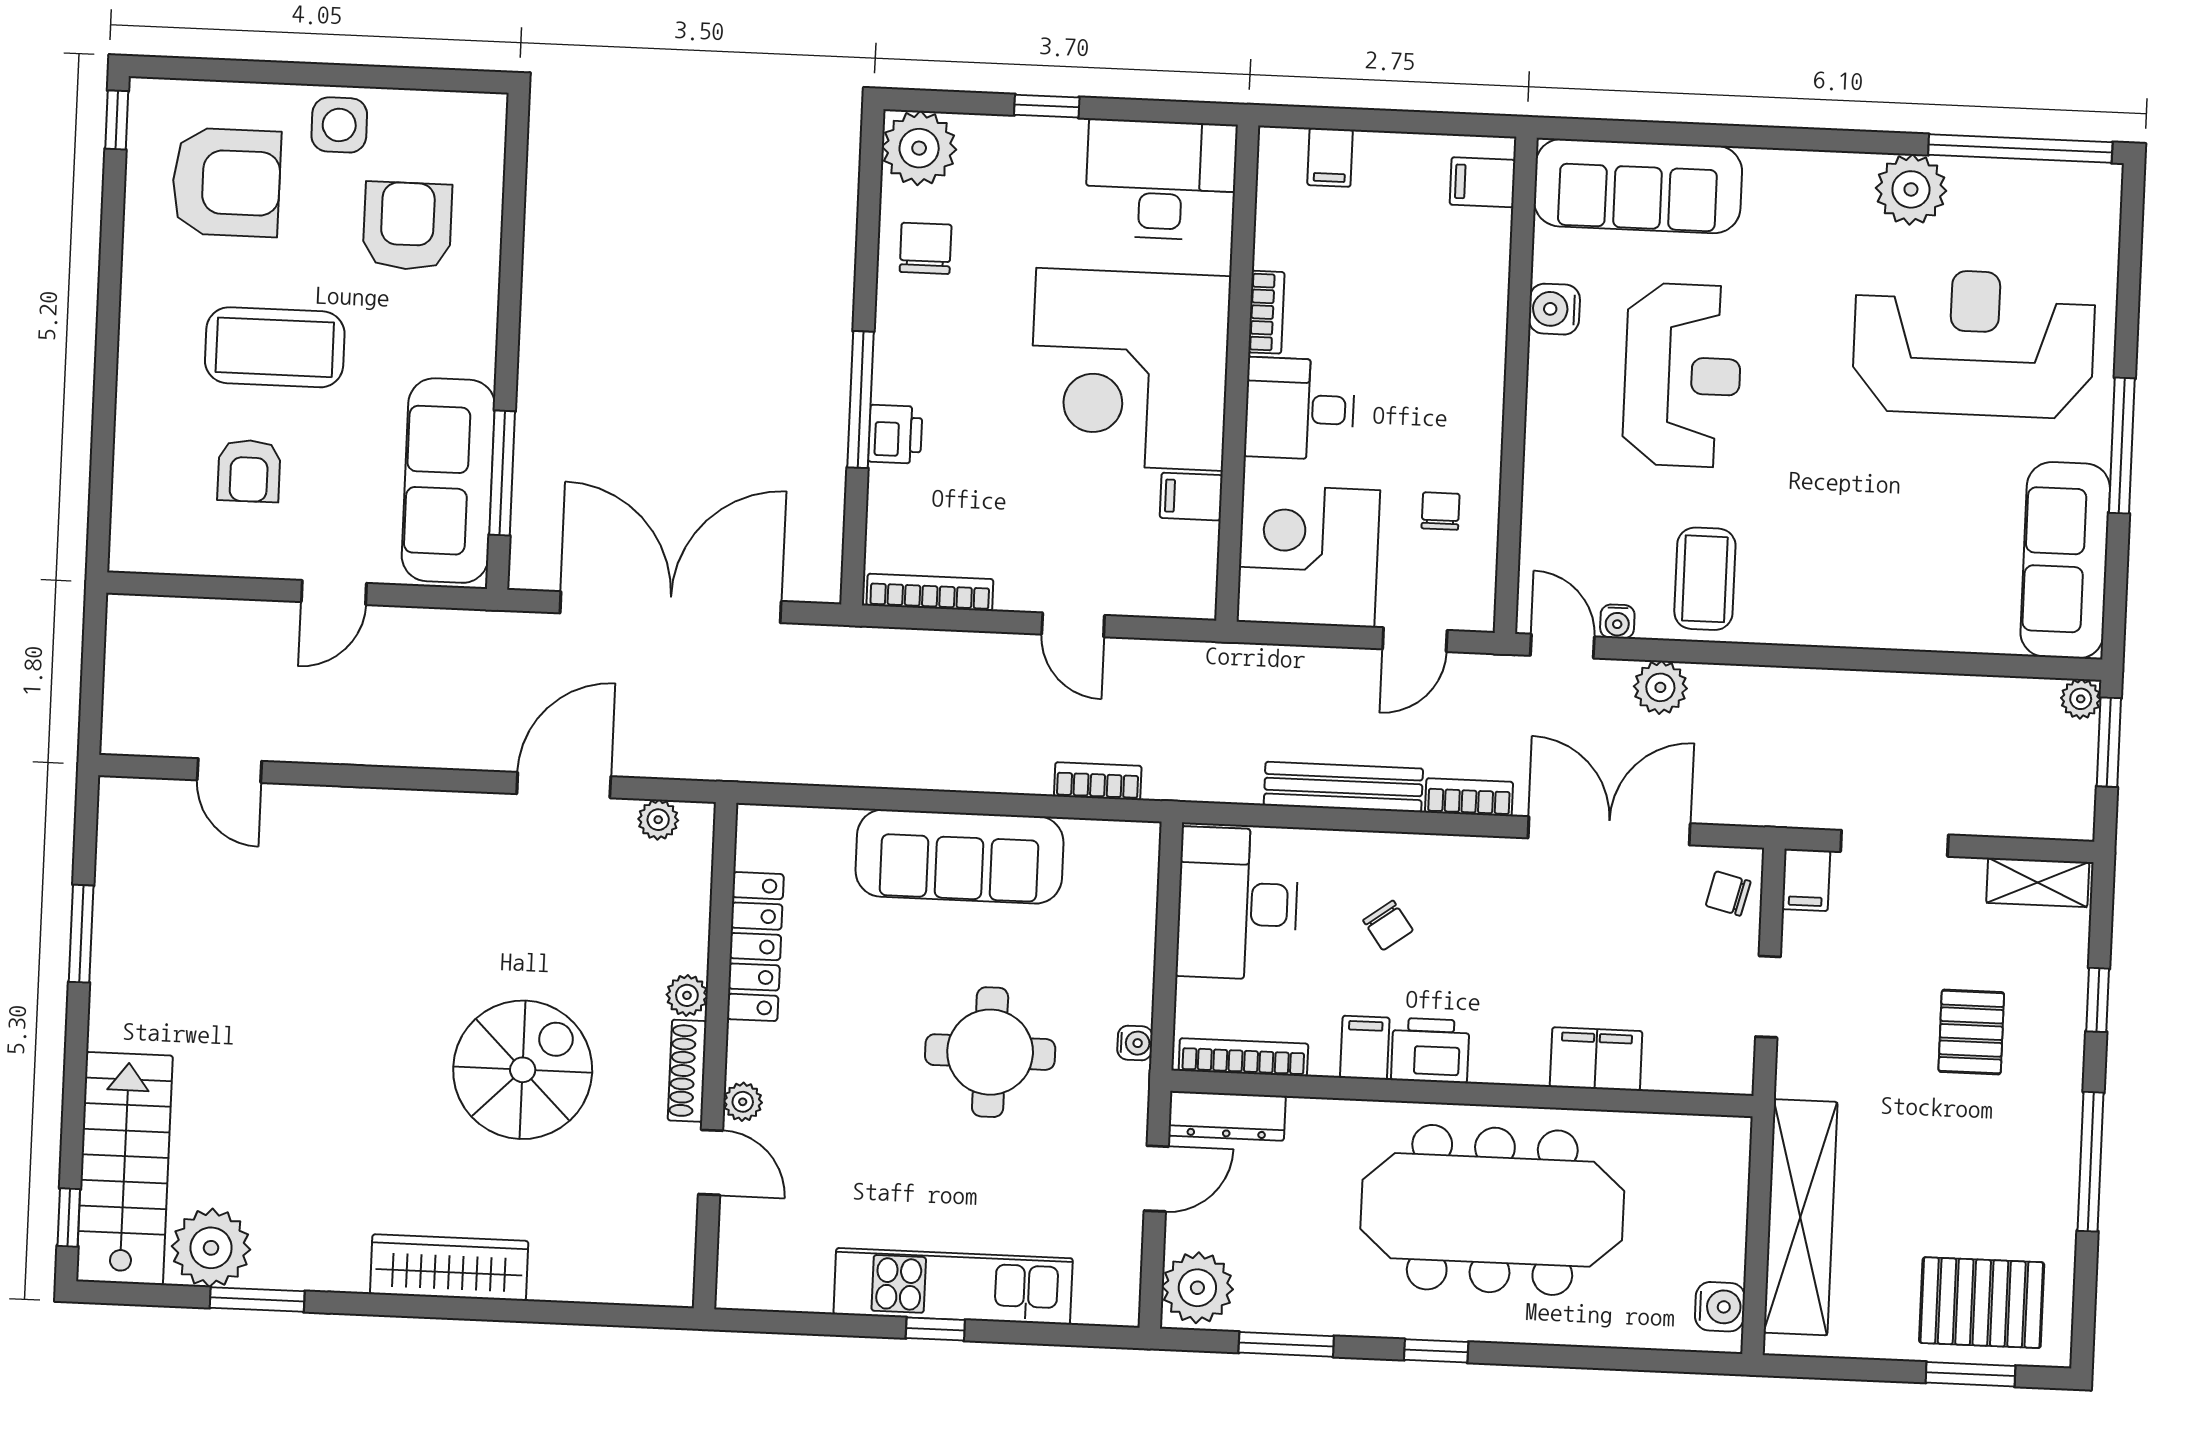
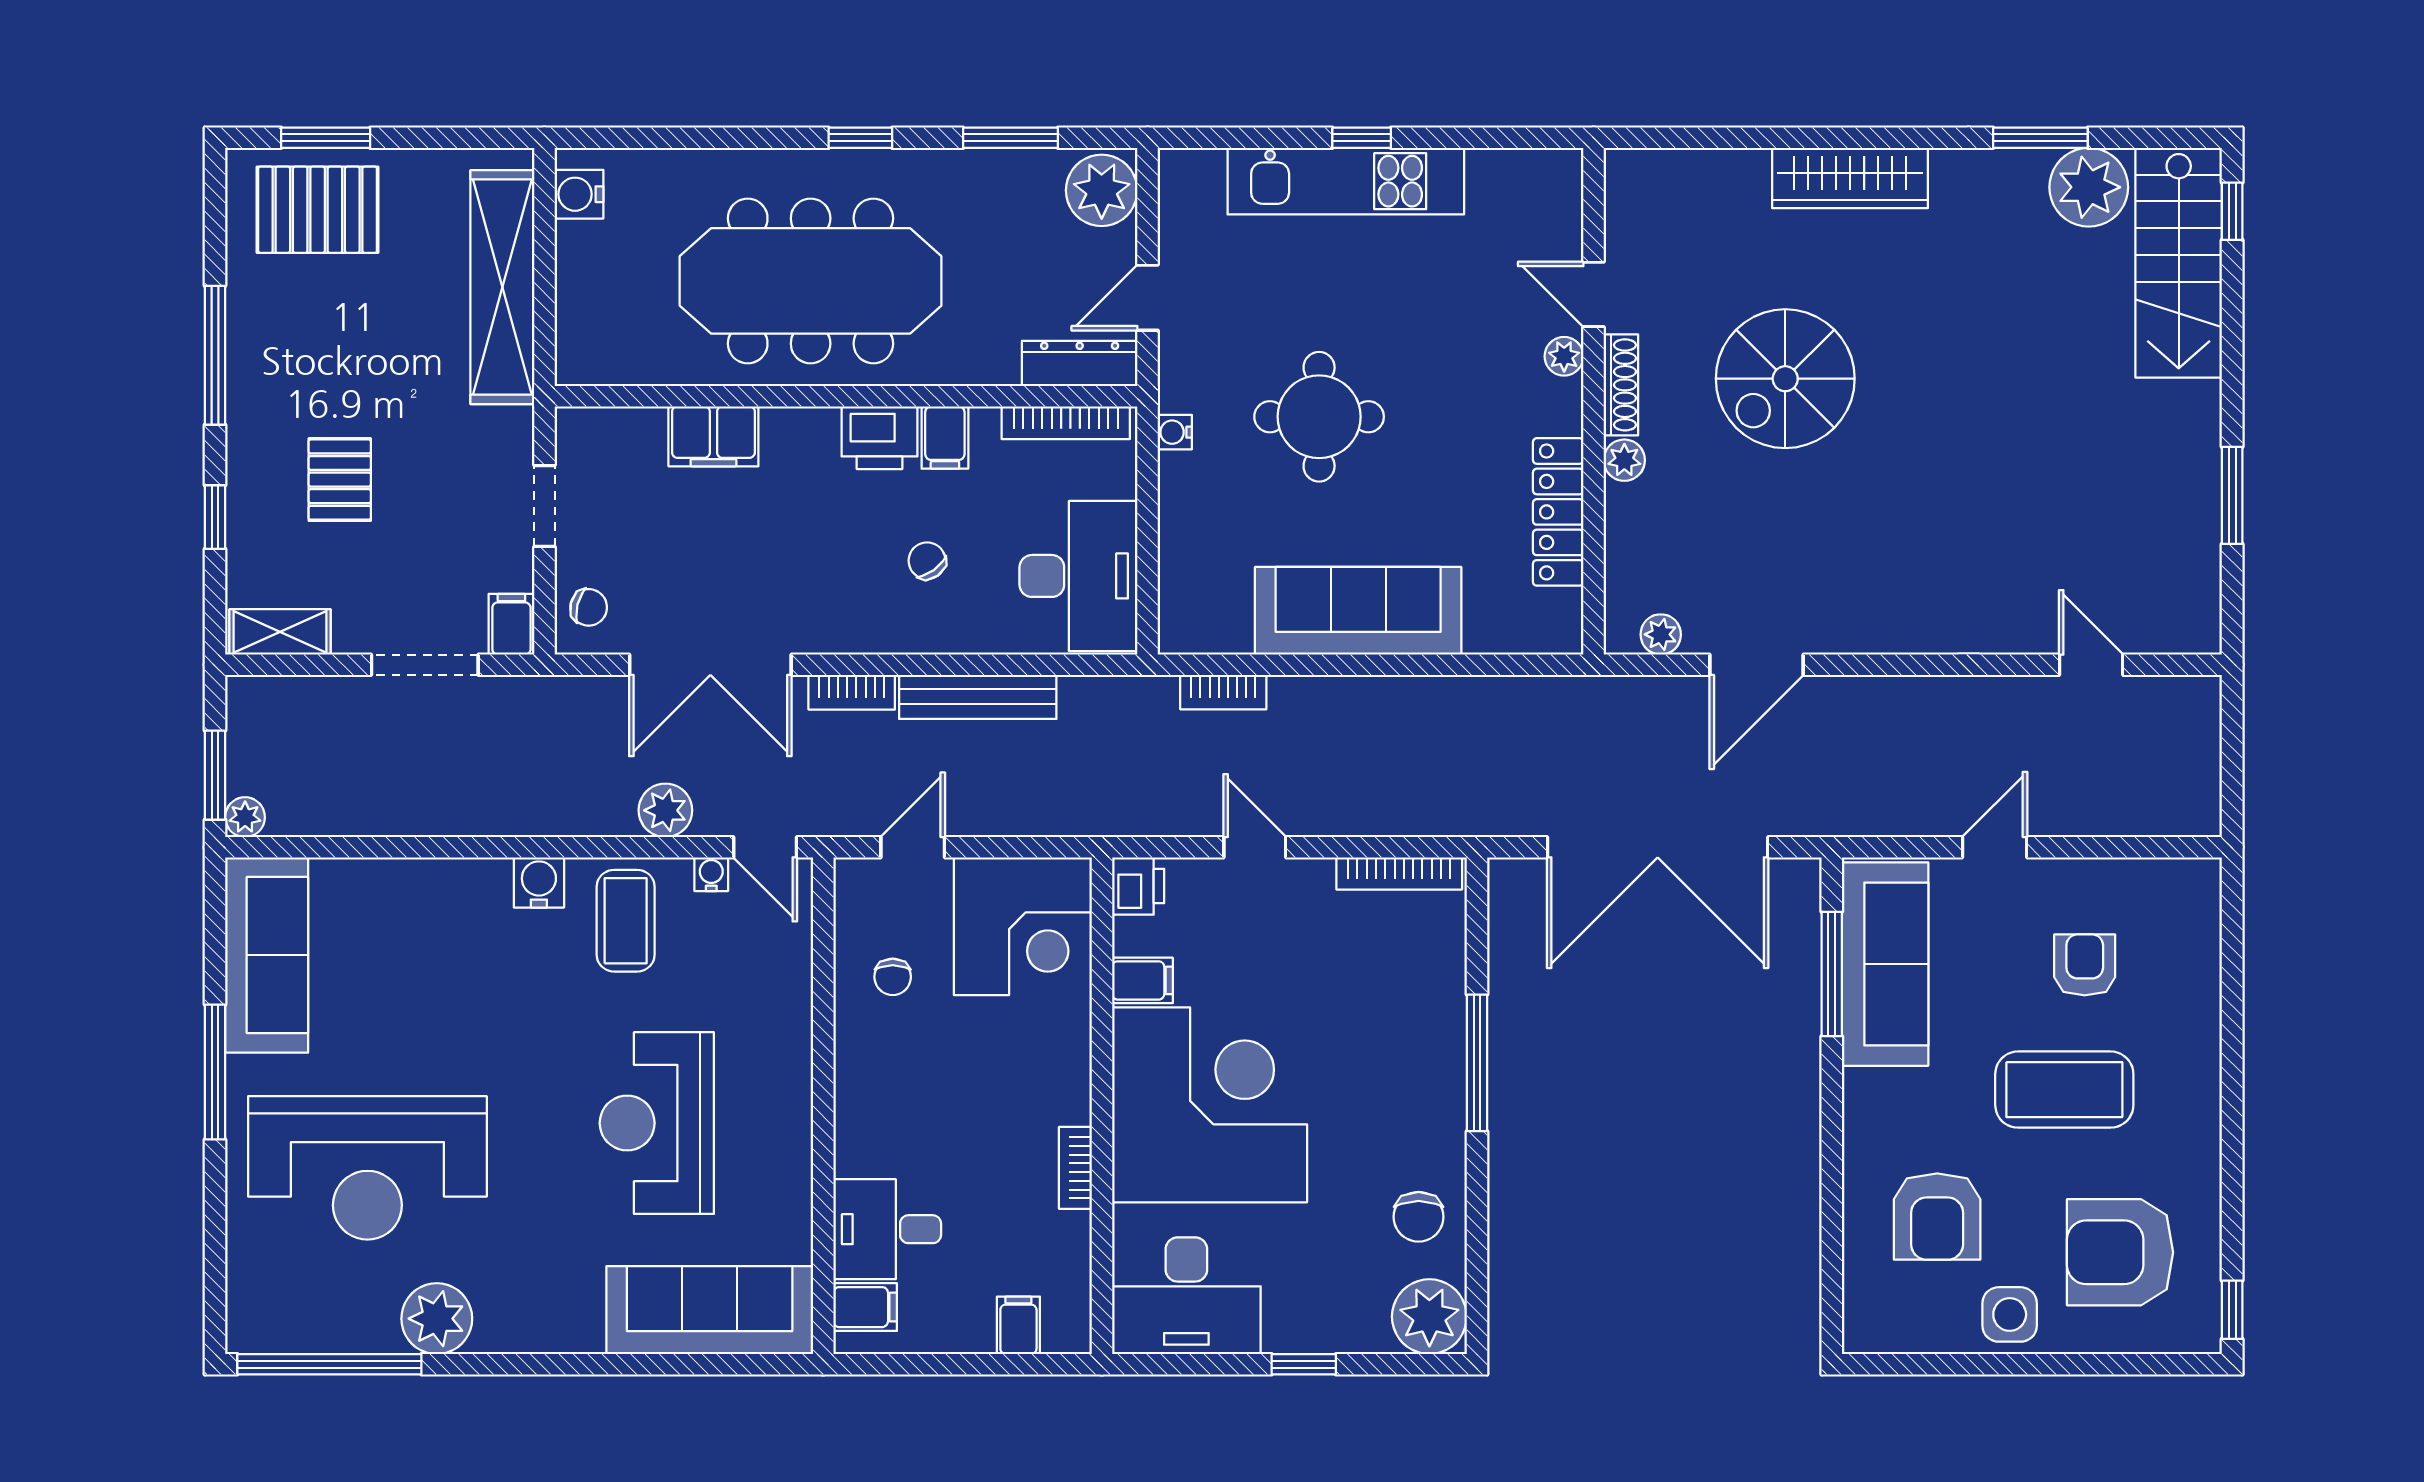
water cooler: (1554, 309) -> (539, 882), moved, turned -90
desk: (1300, 409) -> (887, 1229), moved, turned 180
printer: (895, 434) -> (1138, 886), moved, turned 180

